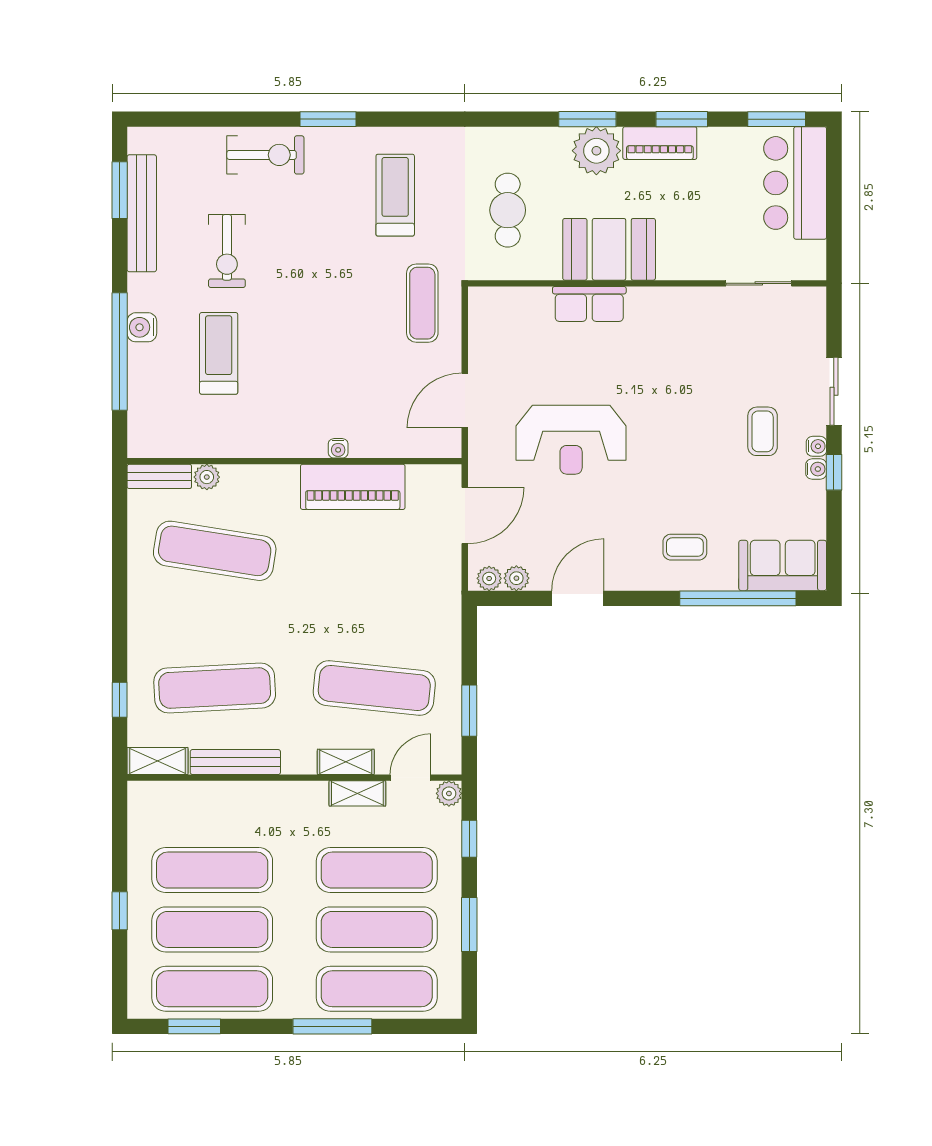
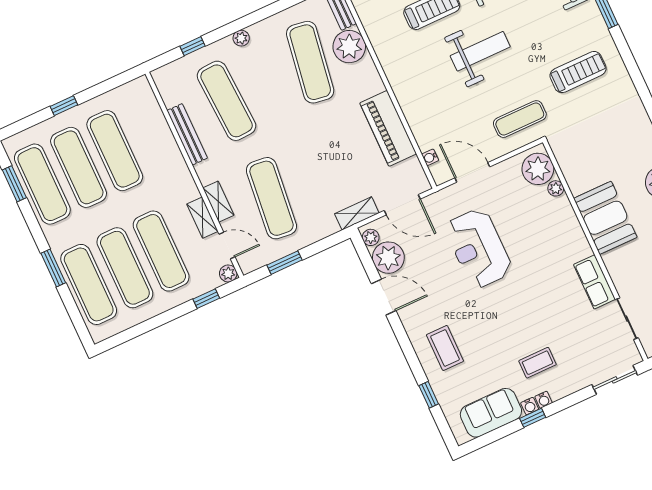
cafe table: (508, 210) -> (601, 145), removed
plant: (539, 298) -> (556, 188), added
row of seats: (589, 304) -> (594, 282), moved
plant: (501, 310) -> (538, 169), added
weight bench: (306, 314) -> (480, 51), added
sliding door: (834, 391) -> (615, 380), moved
water cooler: (338, 448) -> (430, 157), moved
plant: (207, 477) -> (349, 47), width x1.88, depth x1.88
coffee table: (685, 547) -> (445, 348), width x1.36, depth x1.30
sofa: (783, 565) -> (491, 413), moved, turned -90
plant: (516, 578) -> (388, 258), width x1.88, depth x1.88
window: (738, 598) -> (429, 395), width x0.32
plant: (139, 629) -> (241, 38), added
shelving: (158, 761) -> (357, 213), moved, turned 90
window: (469, 925) -> (154, 323), removed
window: (332, 1026) -> (53, 268), width x0.69

